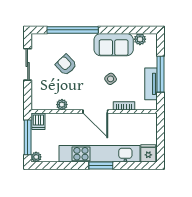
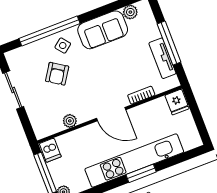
armchair: (66, 65) -> (57, 74), turned -103
side table: (111, 79) -> (63, 46), moved
fridge: (148, 153) -> (177, 102), moved, turned 180

